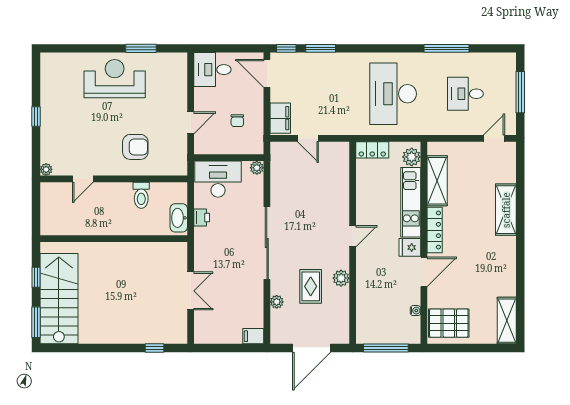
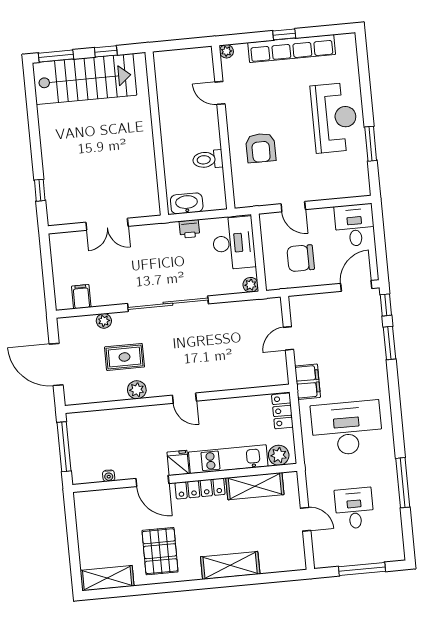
row of seats: (49, 111) -> (292, 49), added
filing cabinet: (280, 118) -> (308, 382), moved, turned -90
chair: (237, 121) -> (301, 258), width x1.87, depth x1.87
door: (494, 138) -> (306, 519), moved
pallet: (449, 323) -> (160, 551), moved
filing cabinet: (253, 336) -> (81, 297), moved

